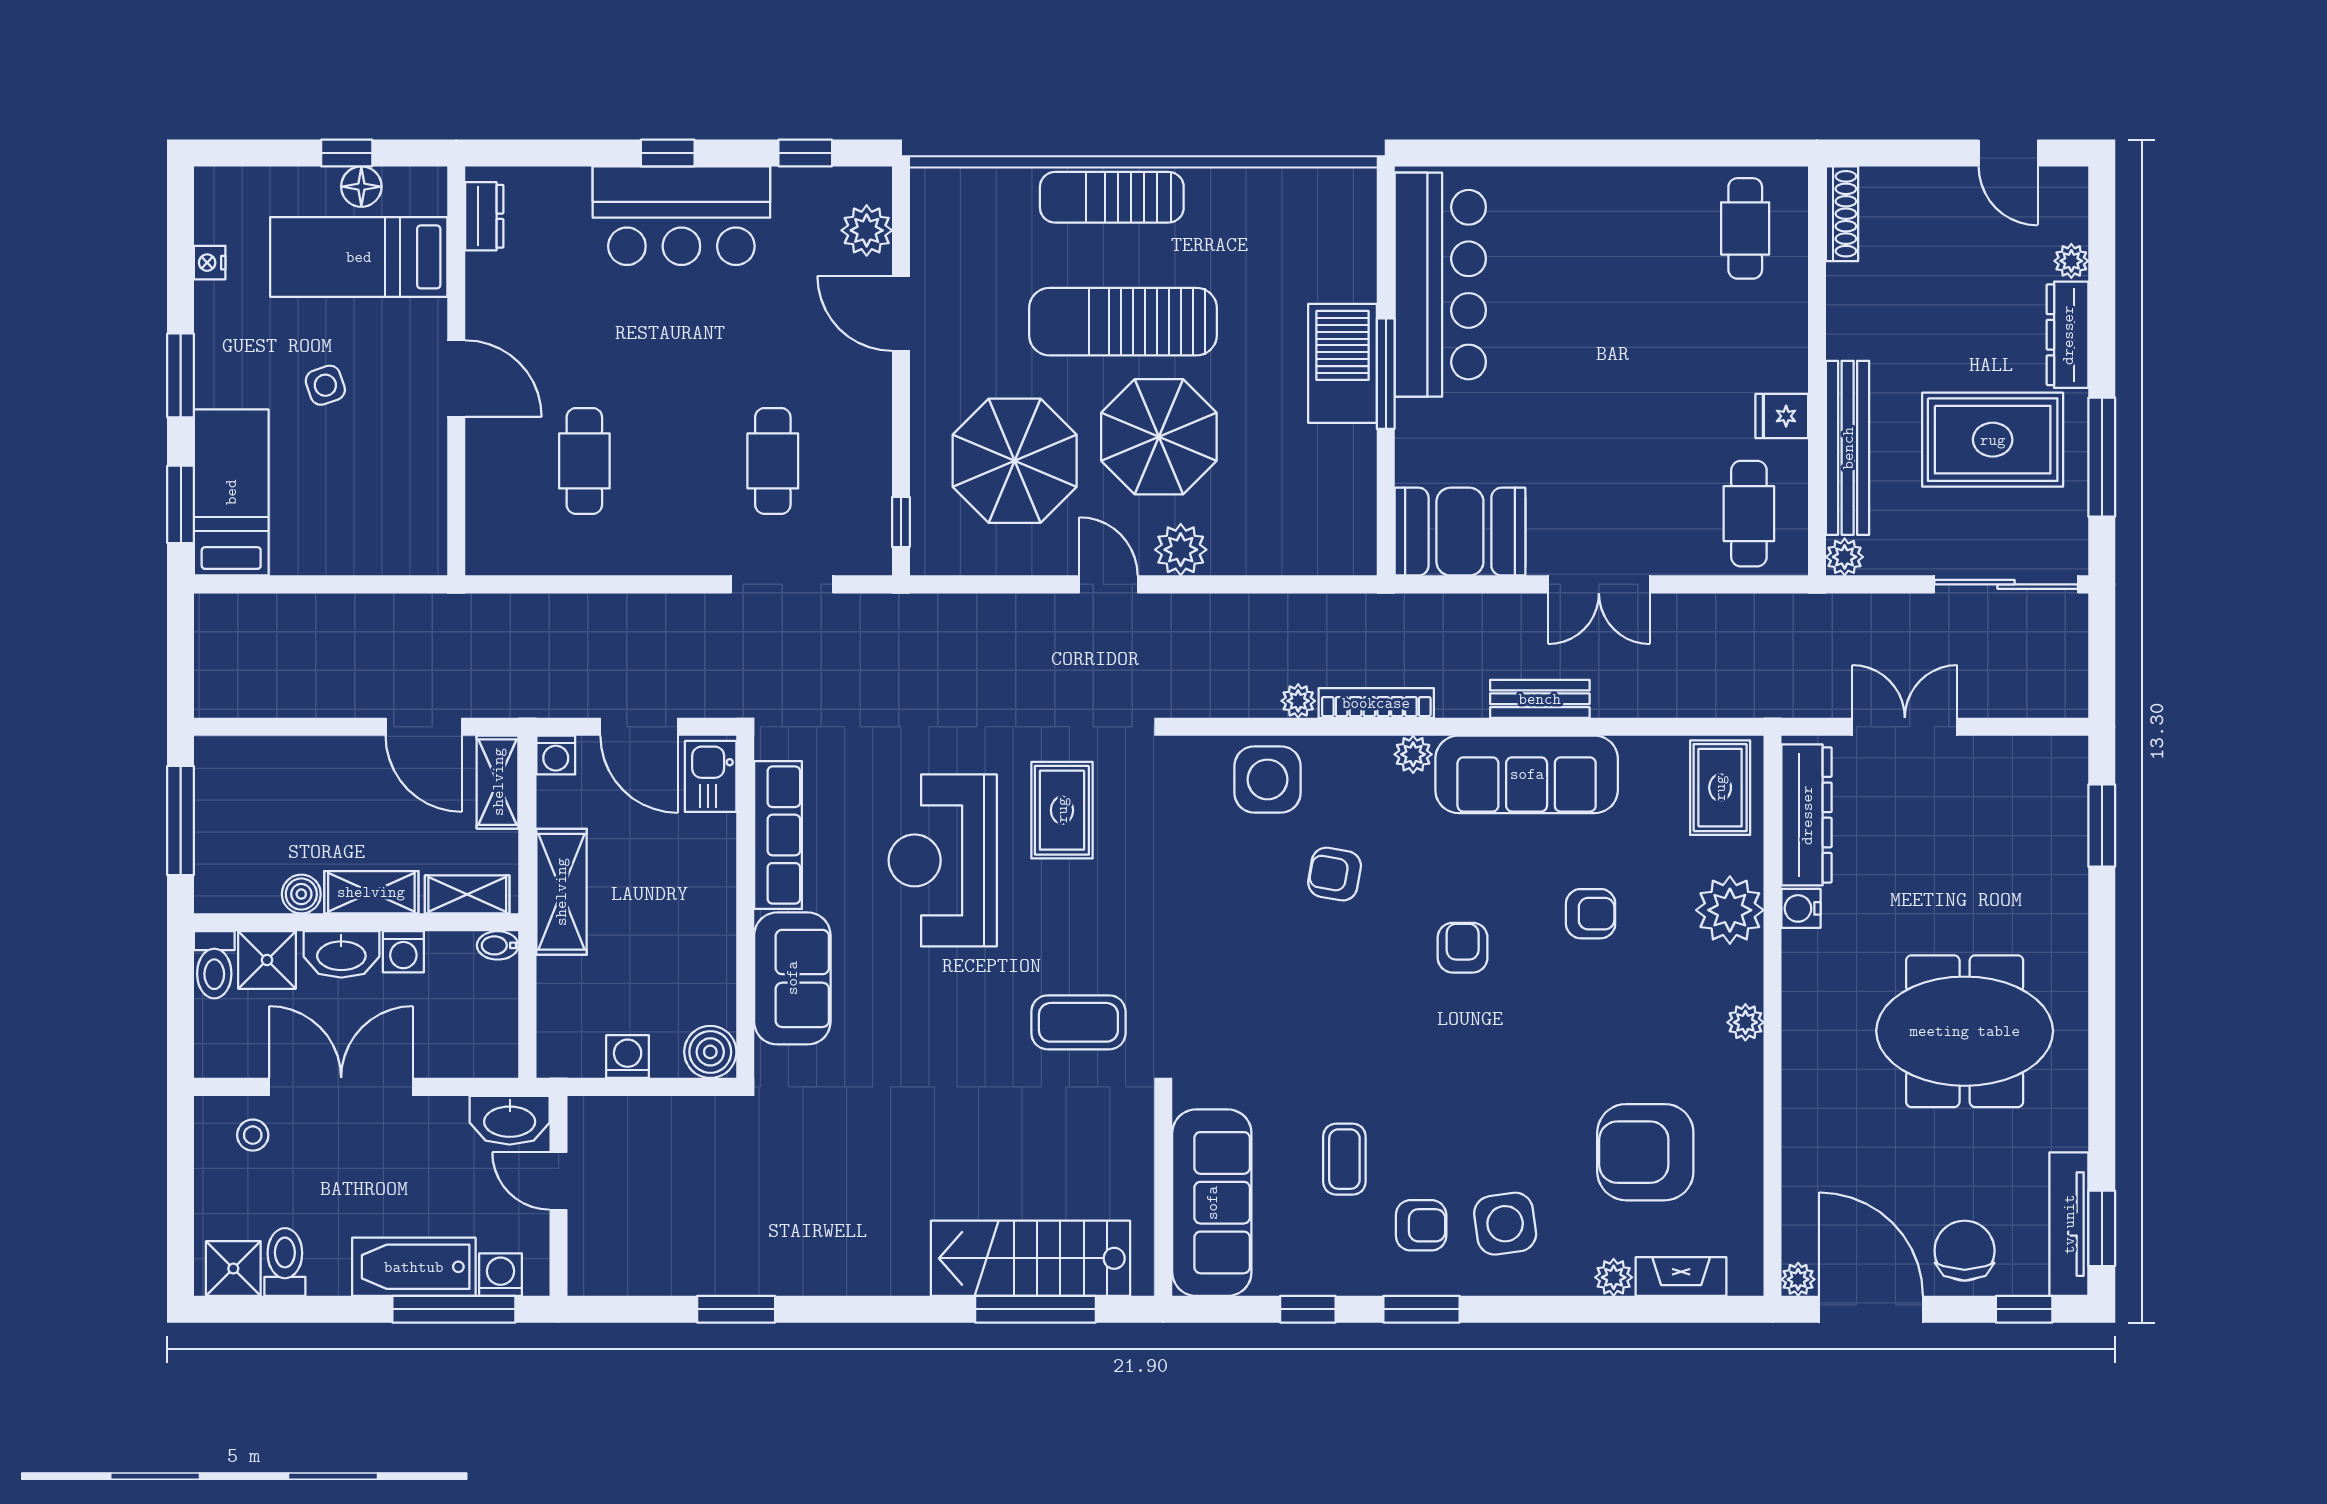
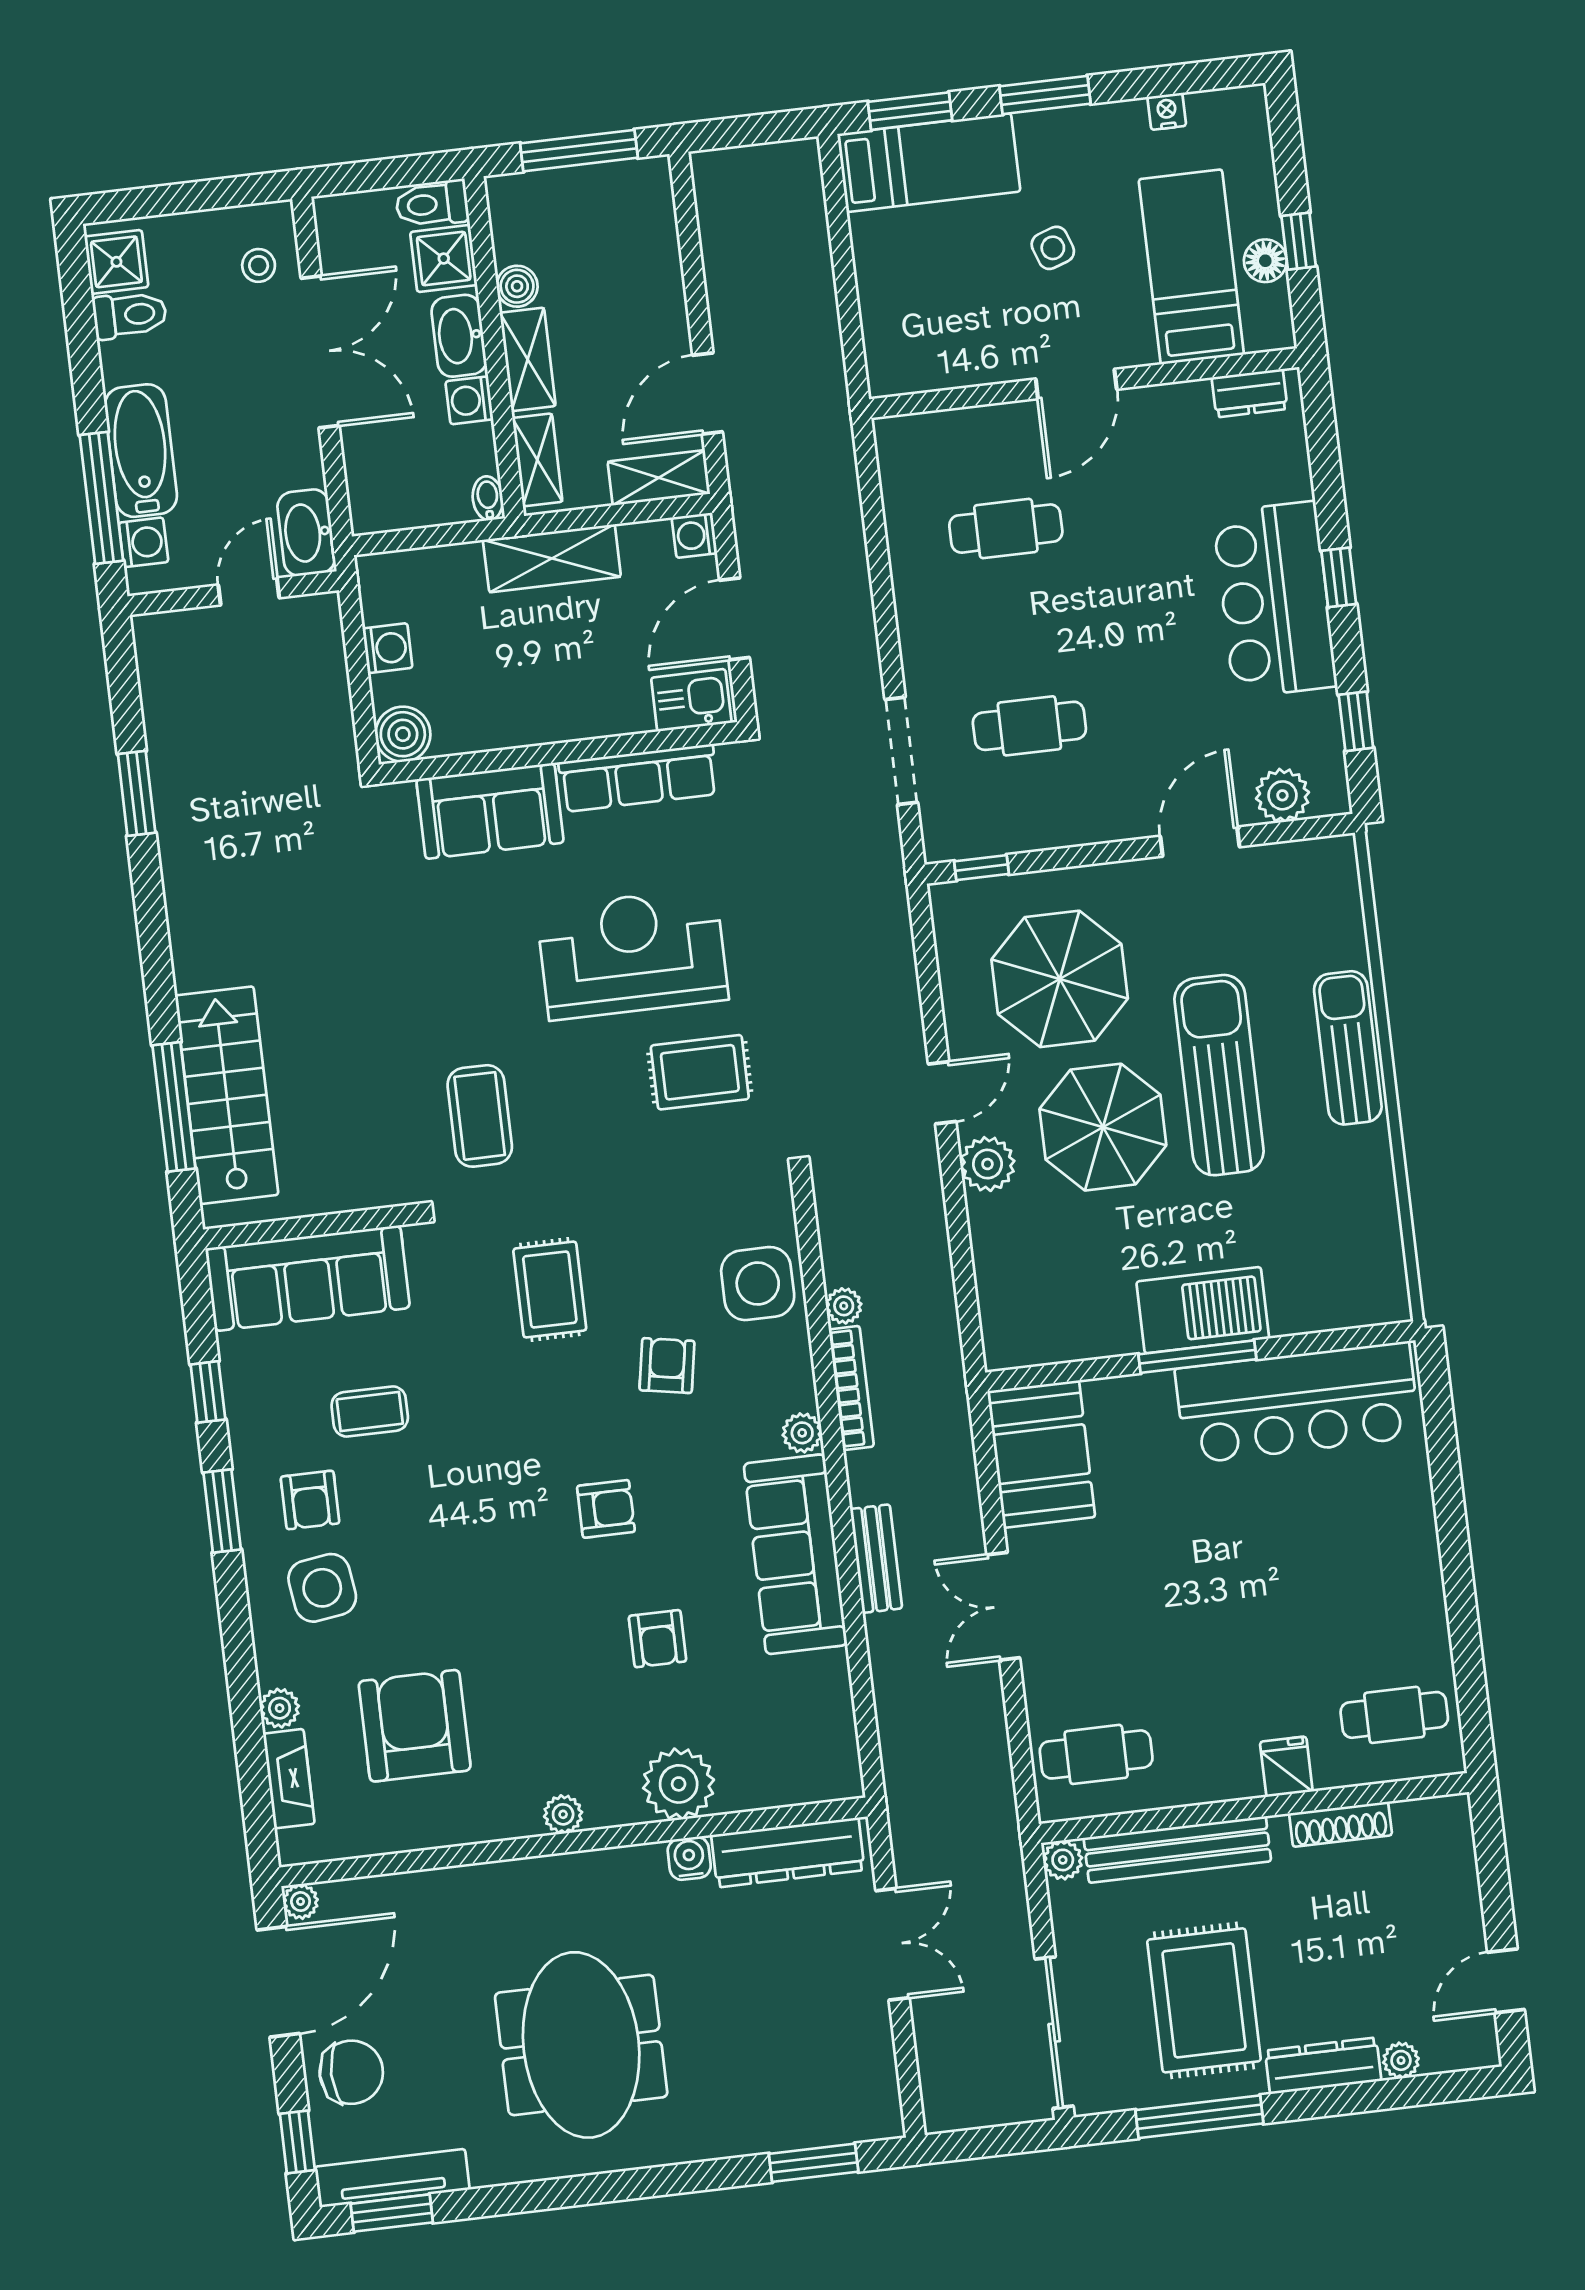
shoe rack: (1842, 214) -> (1341, 1824), moved
fridge: (1782, 416) -> (1286, 1767), moved
rug: (1720, 788) -> (550, 1289), moved, turned 90

